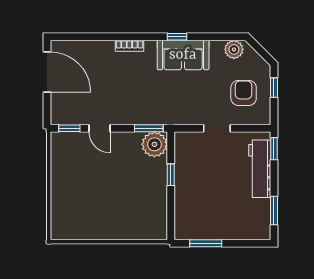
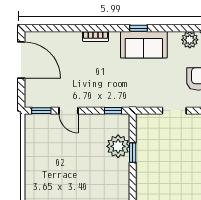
window: (149, 128) -> (113, 111), width x0.67
plant: (154, 144) -> (118, 146), moved

